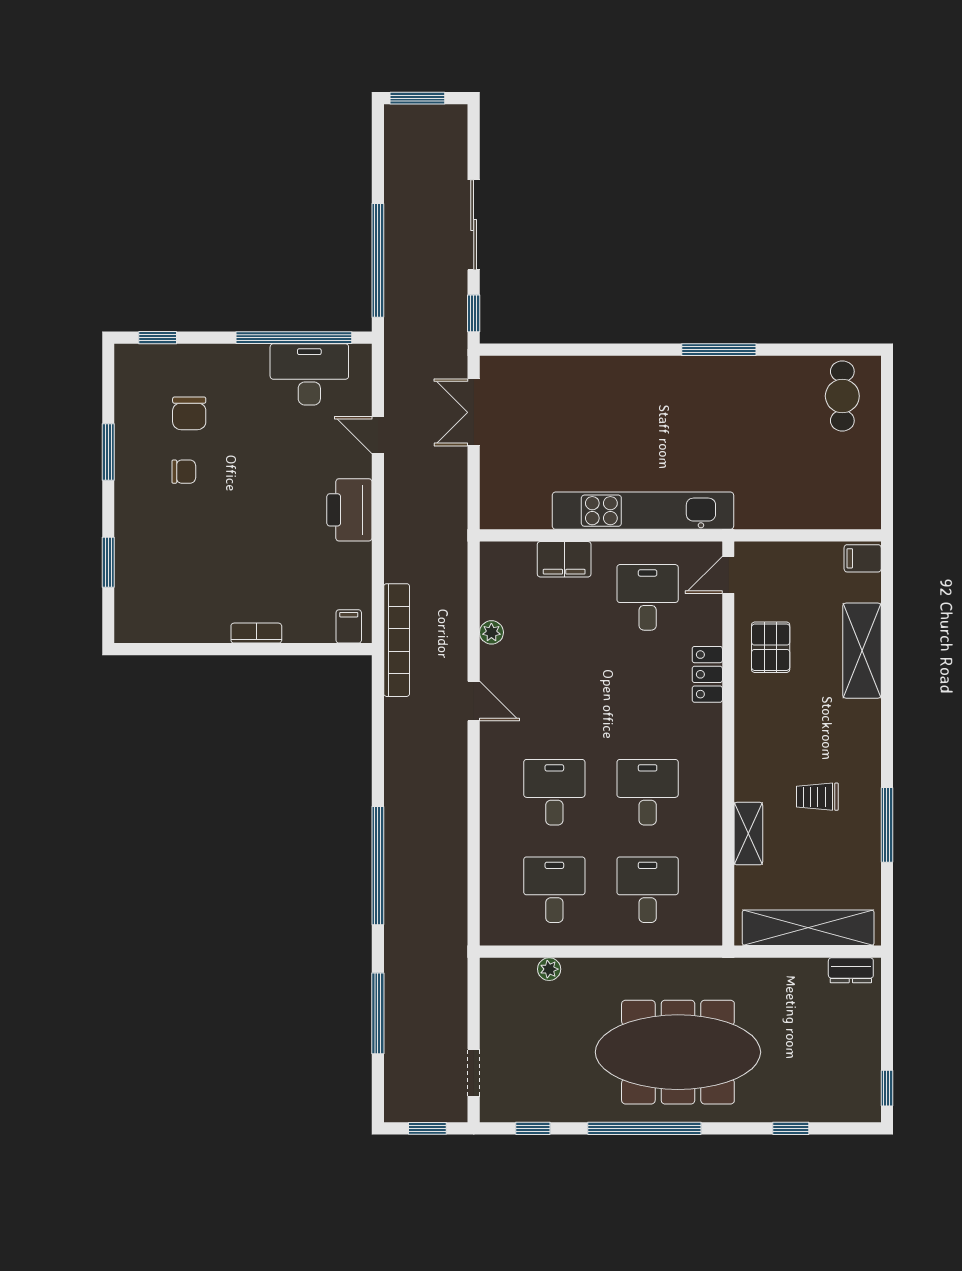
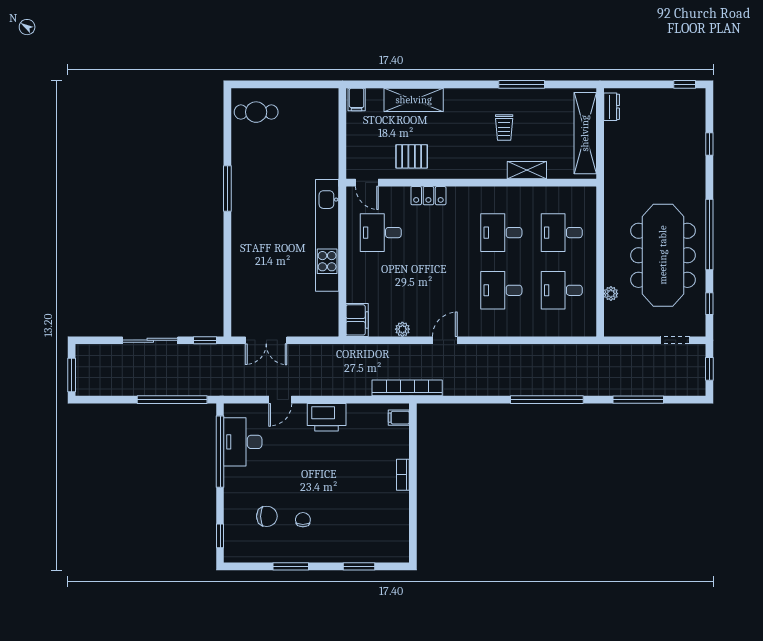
filing cabinet: (564, 559) -> (357, 320), moved
meeting table: (678, 1052) -> (663, 255), moved

